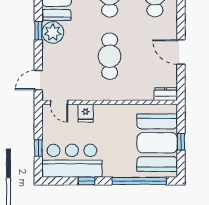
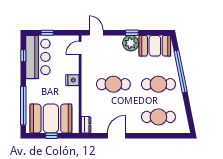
fridge: (86, 113) -> (72, 80), moved
window: (87, 181) -> (23, 56), moved

